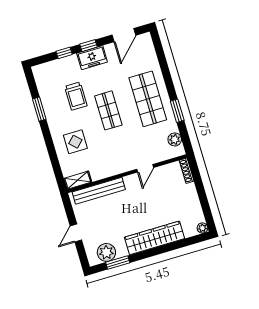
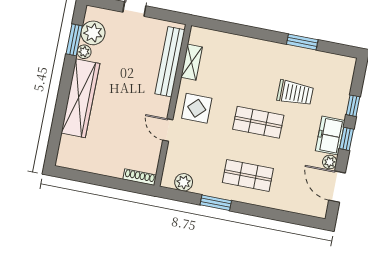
plant: (110, 49) -> (330, 162), added
trolley: (76, 96) -> (295, 93), turned 180
shop shelf: (148, 99) -> (248, 175), width x0.70, depth x0.74
display table: (75, 142) -> (197, 108), moved
shelving: (78, 180) -> (192, 62), moved
plant: (202, 228) -> (84, 52), moved

